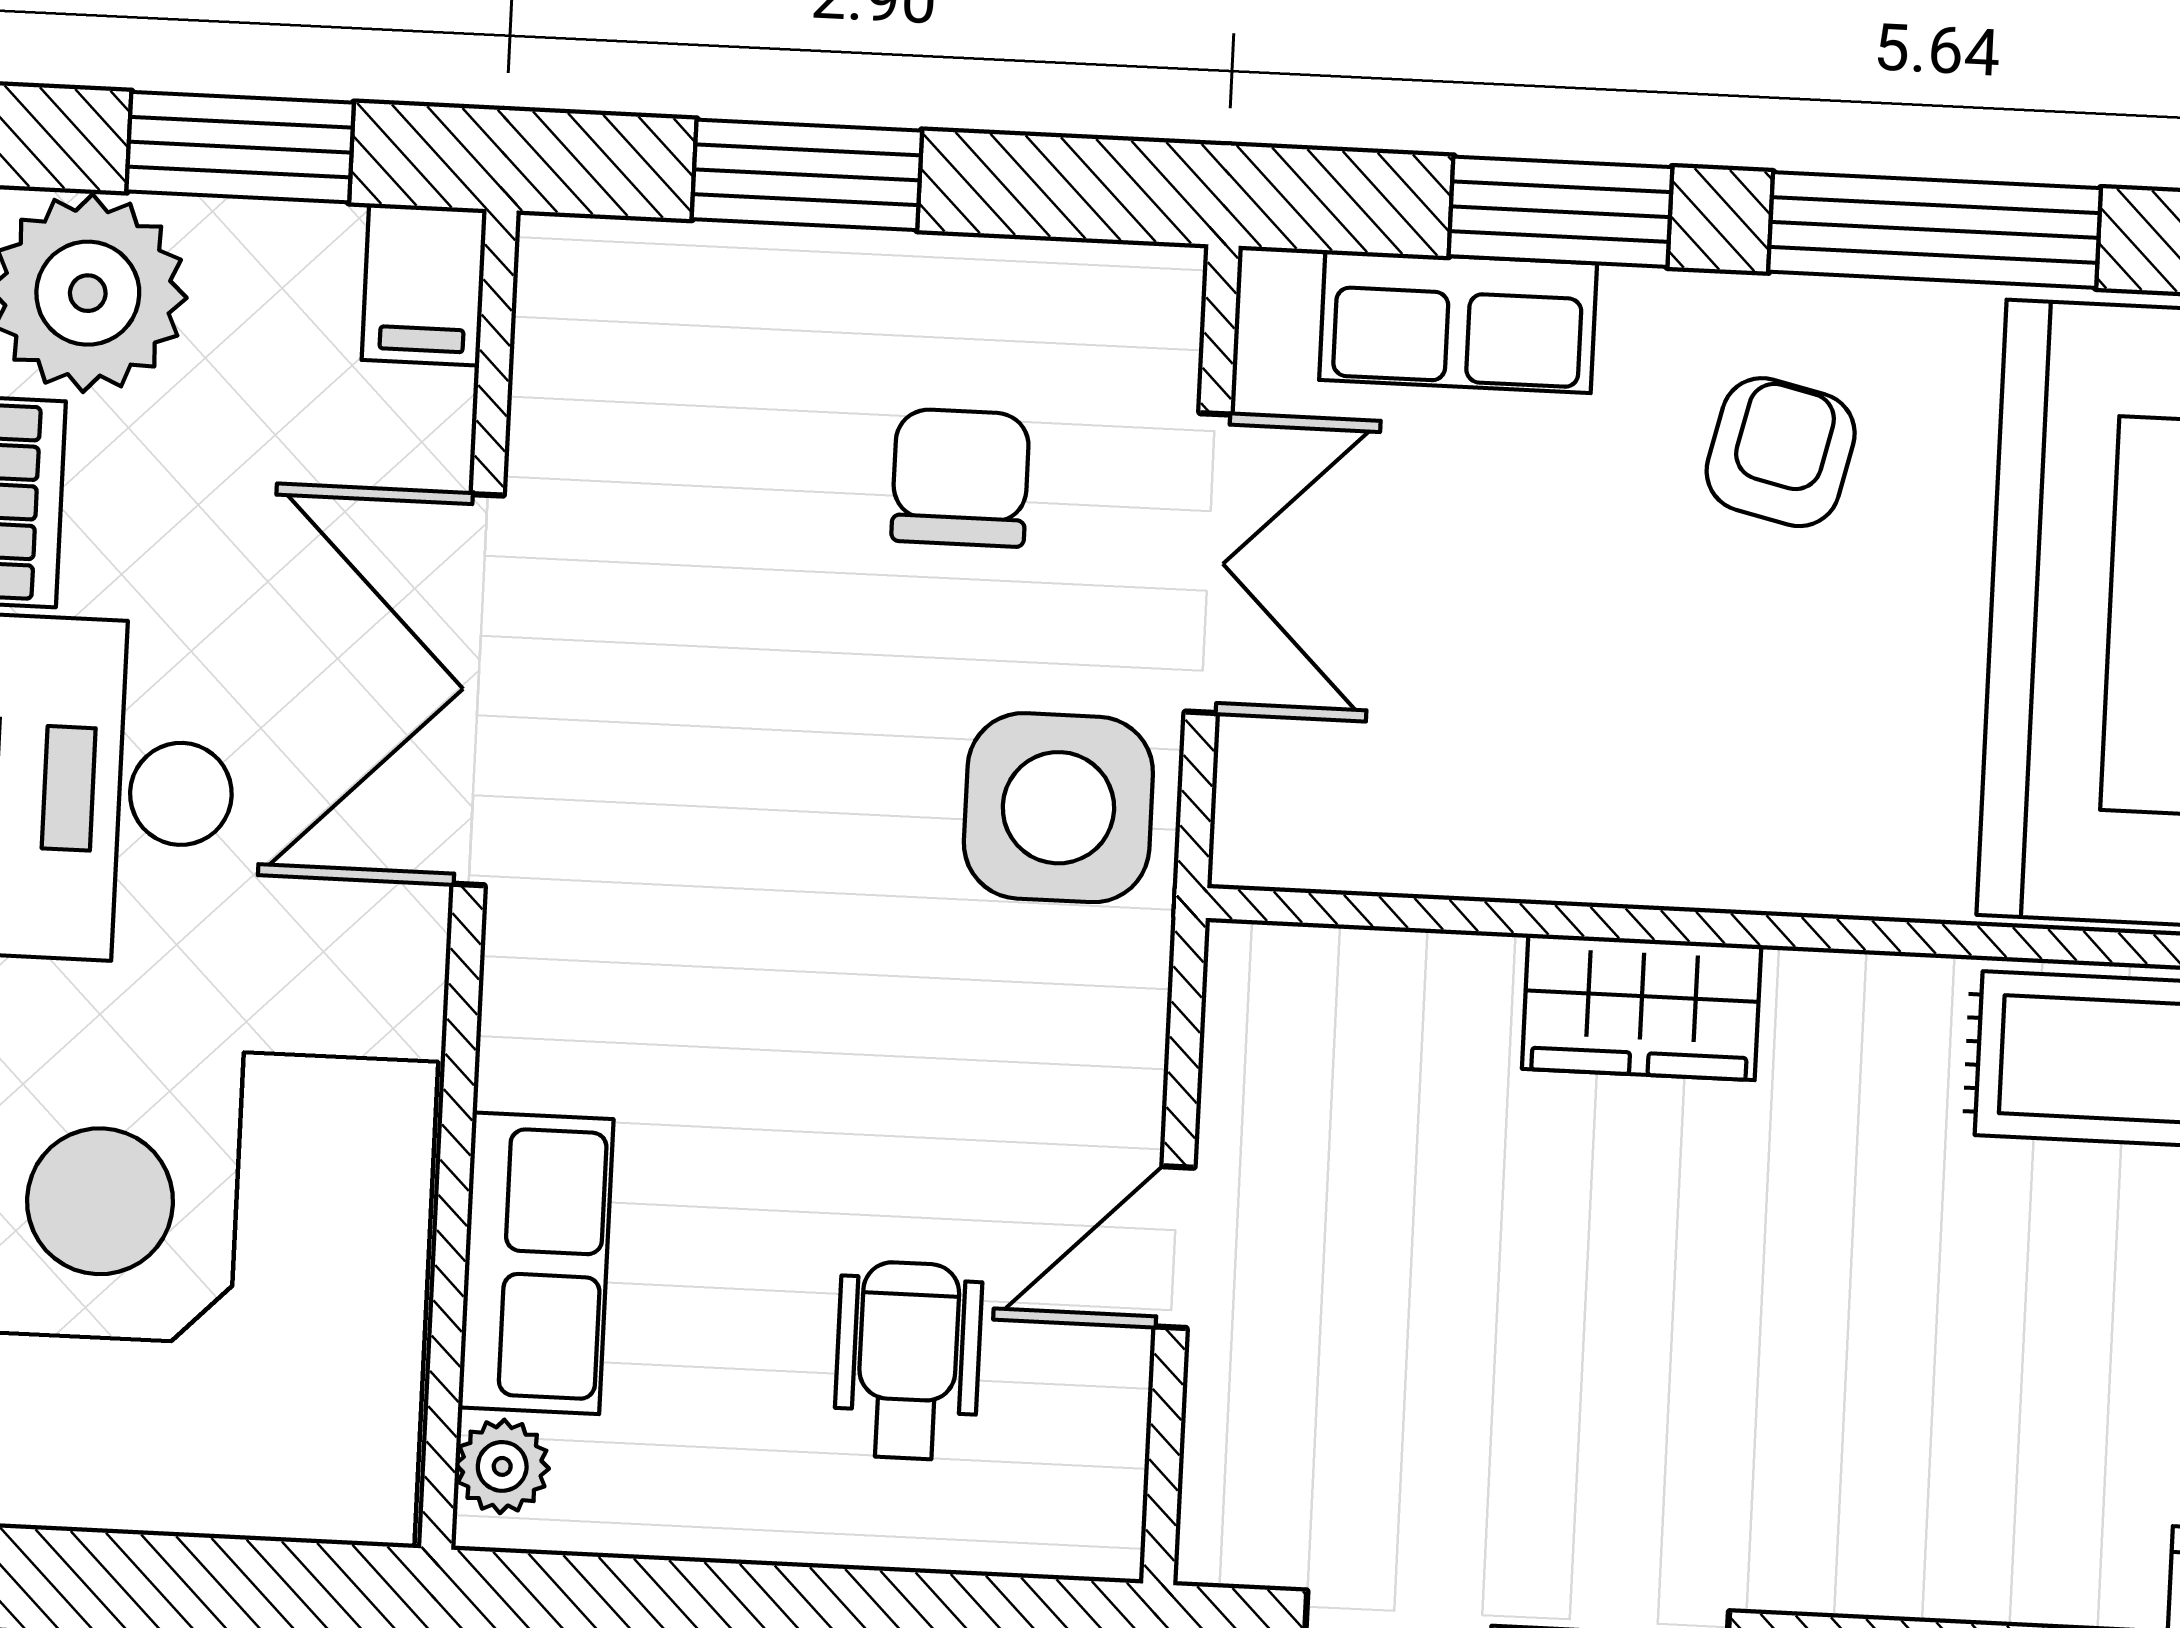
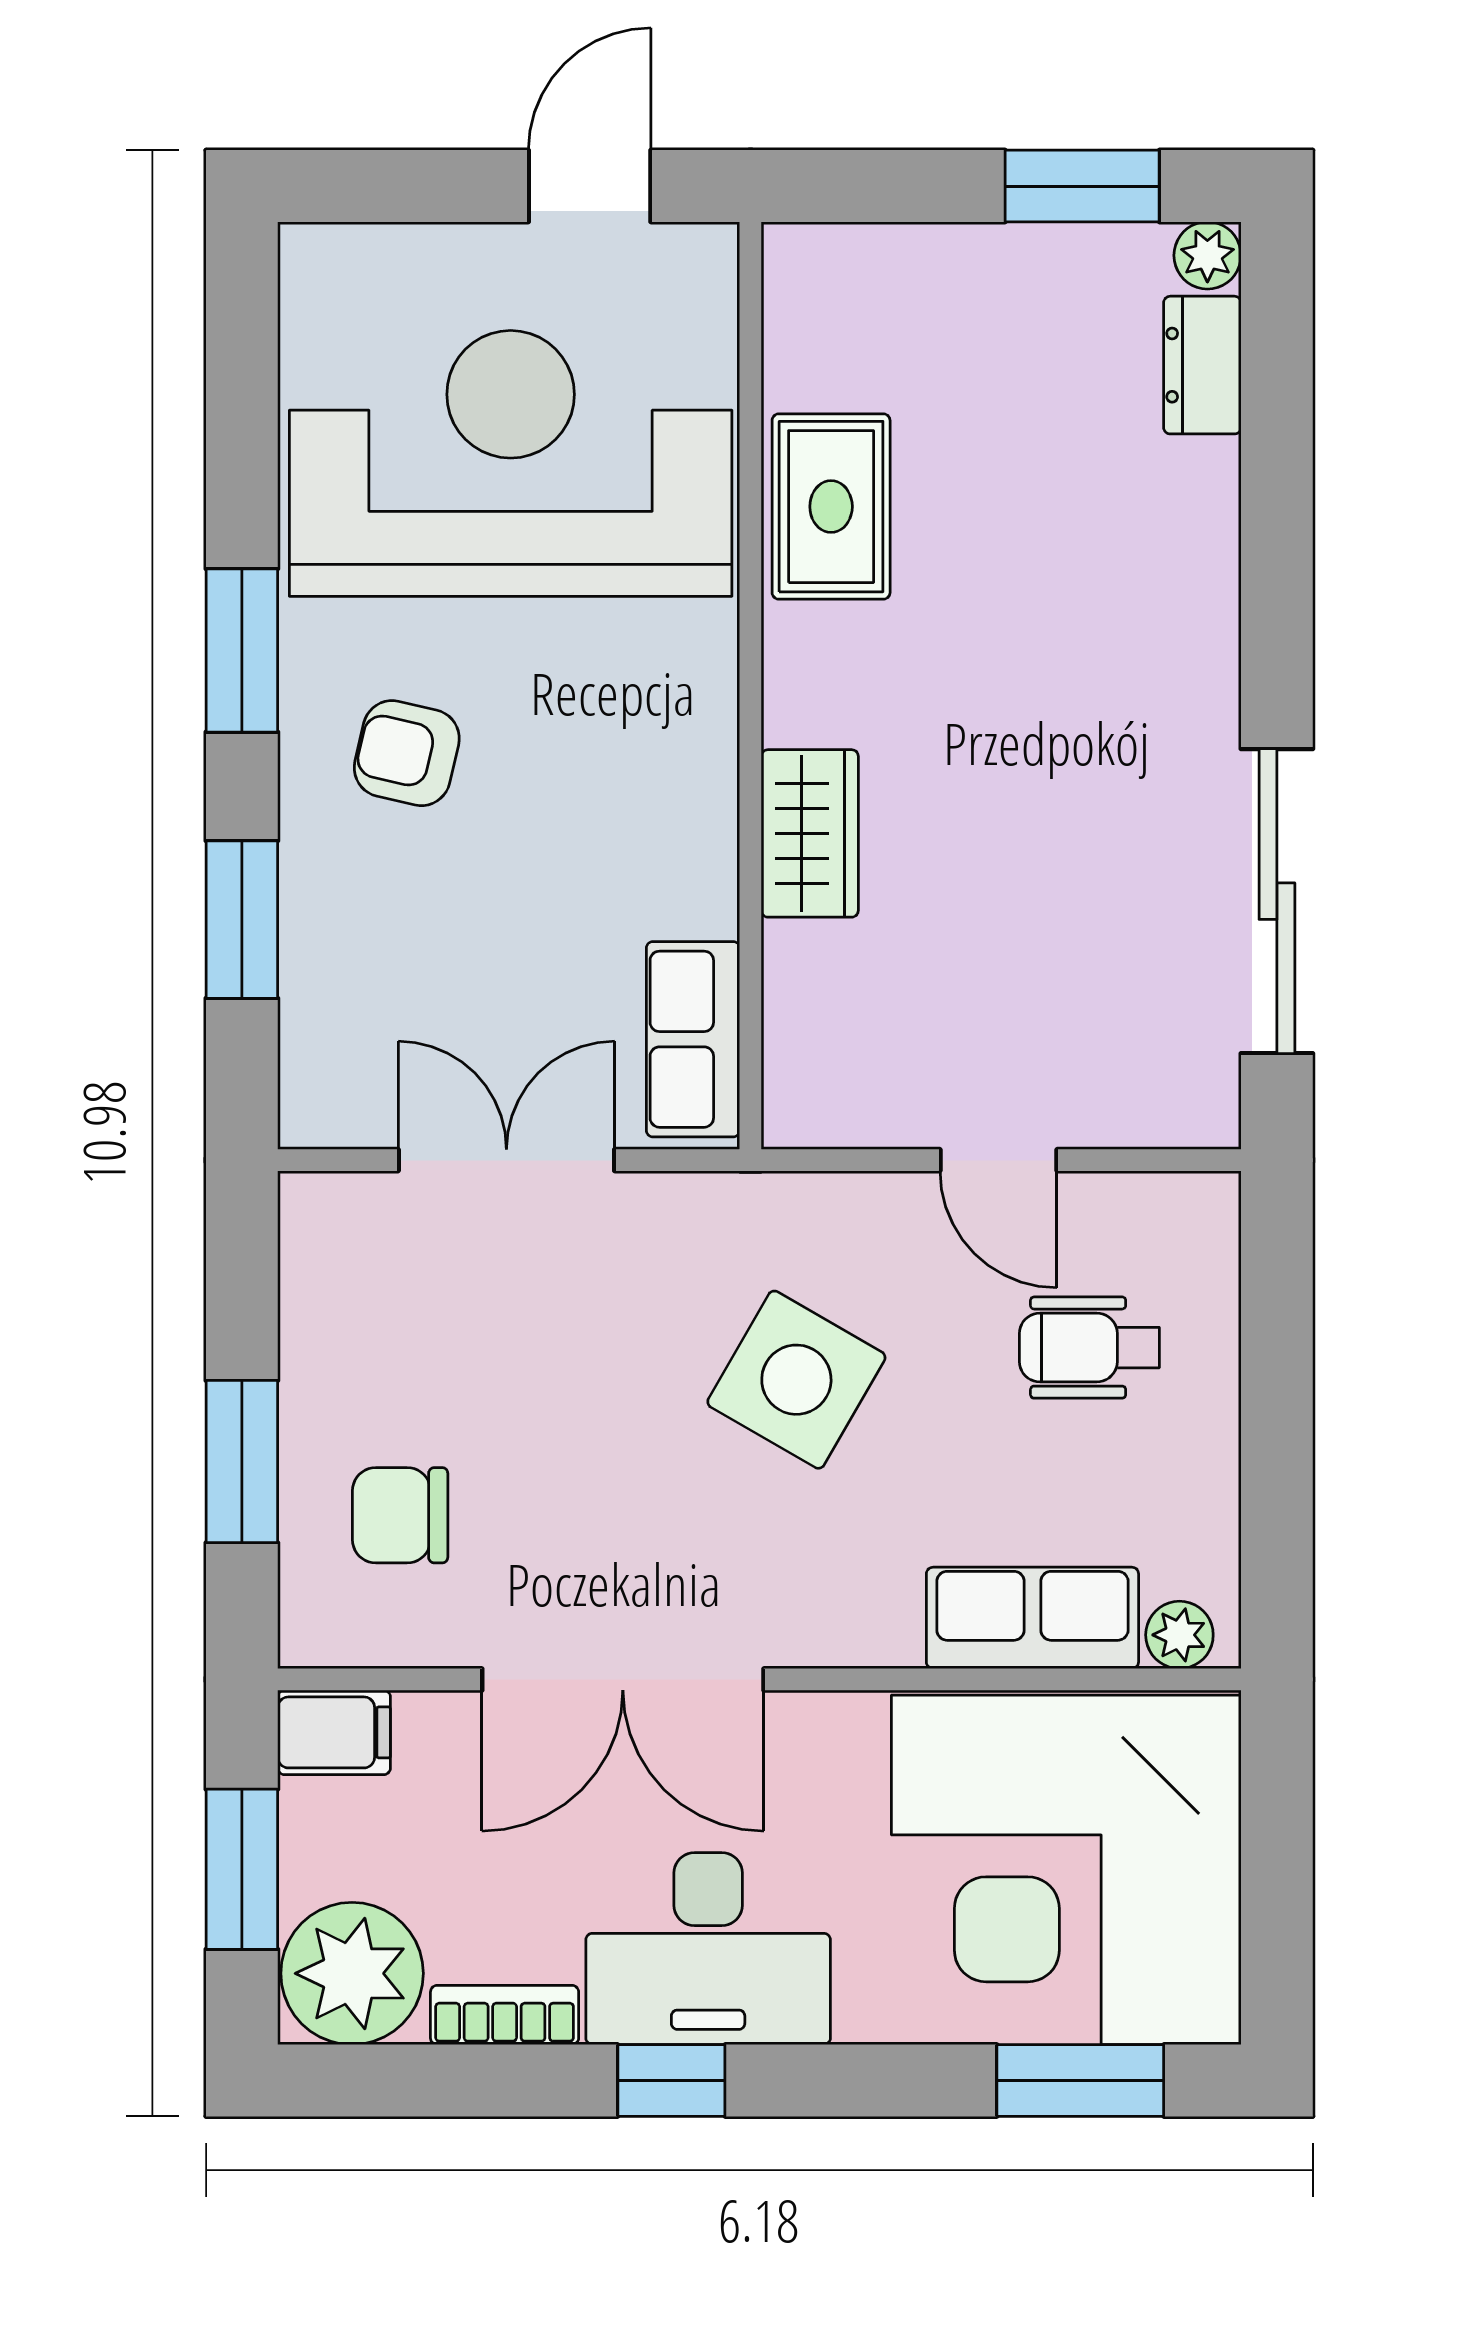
window: (1935, 230) -> (242, 650), width x0.69
row of seats: (1458, 322) -> (693, 1039), moved, turned 180
chair: (960, 478) -> (400, 1515), moved
side table: (1058, 808) -> (796, 1380), moved, turned 30

